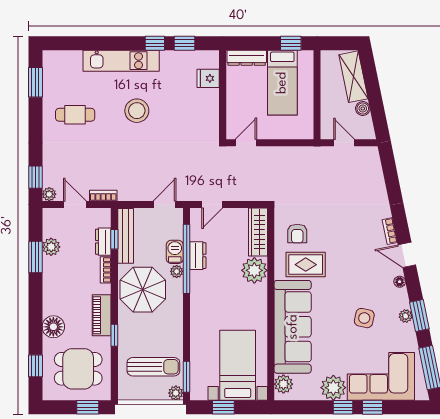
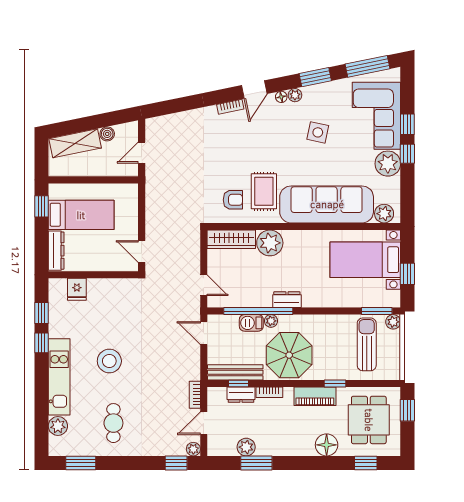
plant: (72, 59) -> (58, 426), added
dresser: (198, 256) -> (287, 300), moved
plant: (406, 316) -> (295, 95), moved

